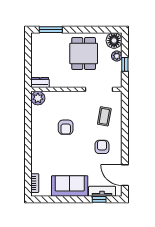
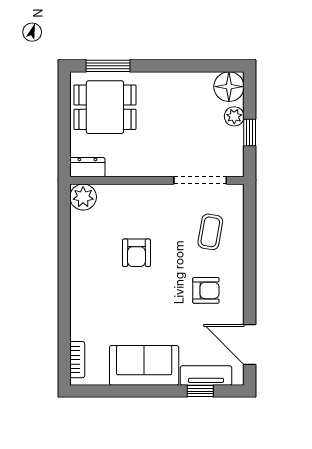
dining table: (84, 53) -> (105, 107), moved, turned 90
armchair: (102, 147) -> (206, 290), turned 90

